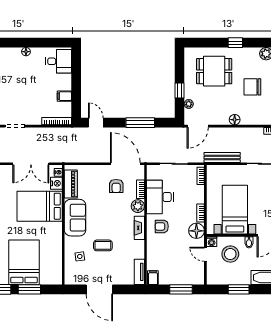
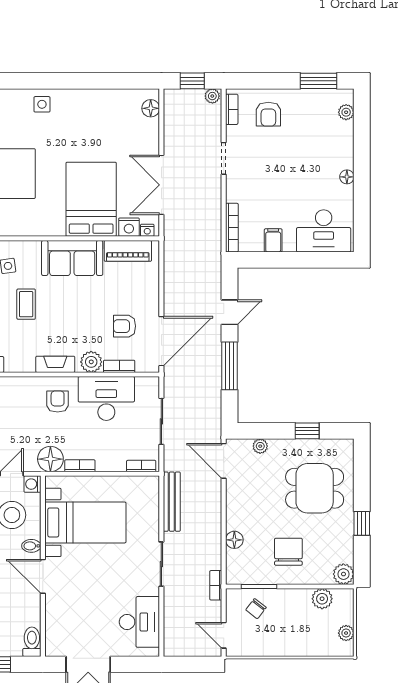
desk: (59, 61) -> (324, 231), width x1.37
dining table: (214, 71) -> (315, 488), turned 90
window: (180, 91) -> (307, 431), moved
floor lamp: (235, 120) -> (234, 540), moved
door: (96, 123) -> (230, 312), moved

